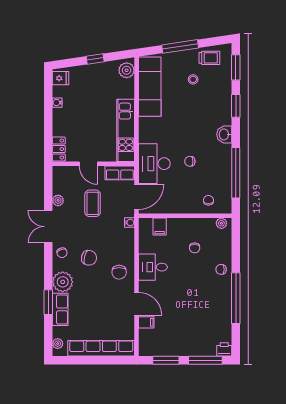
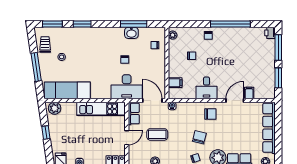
washbasin: (224, 134) -> (131, 33), moved
window: (236, 173) -> (134, 24), width x0.68

